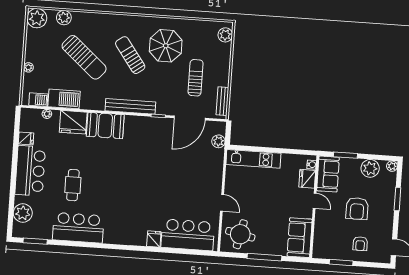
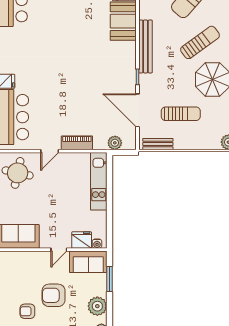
piano: (216, 177) -> (77, 143), added
armchair: (360, 244) -> (27, 311), moved

